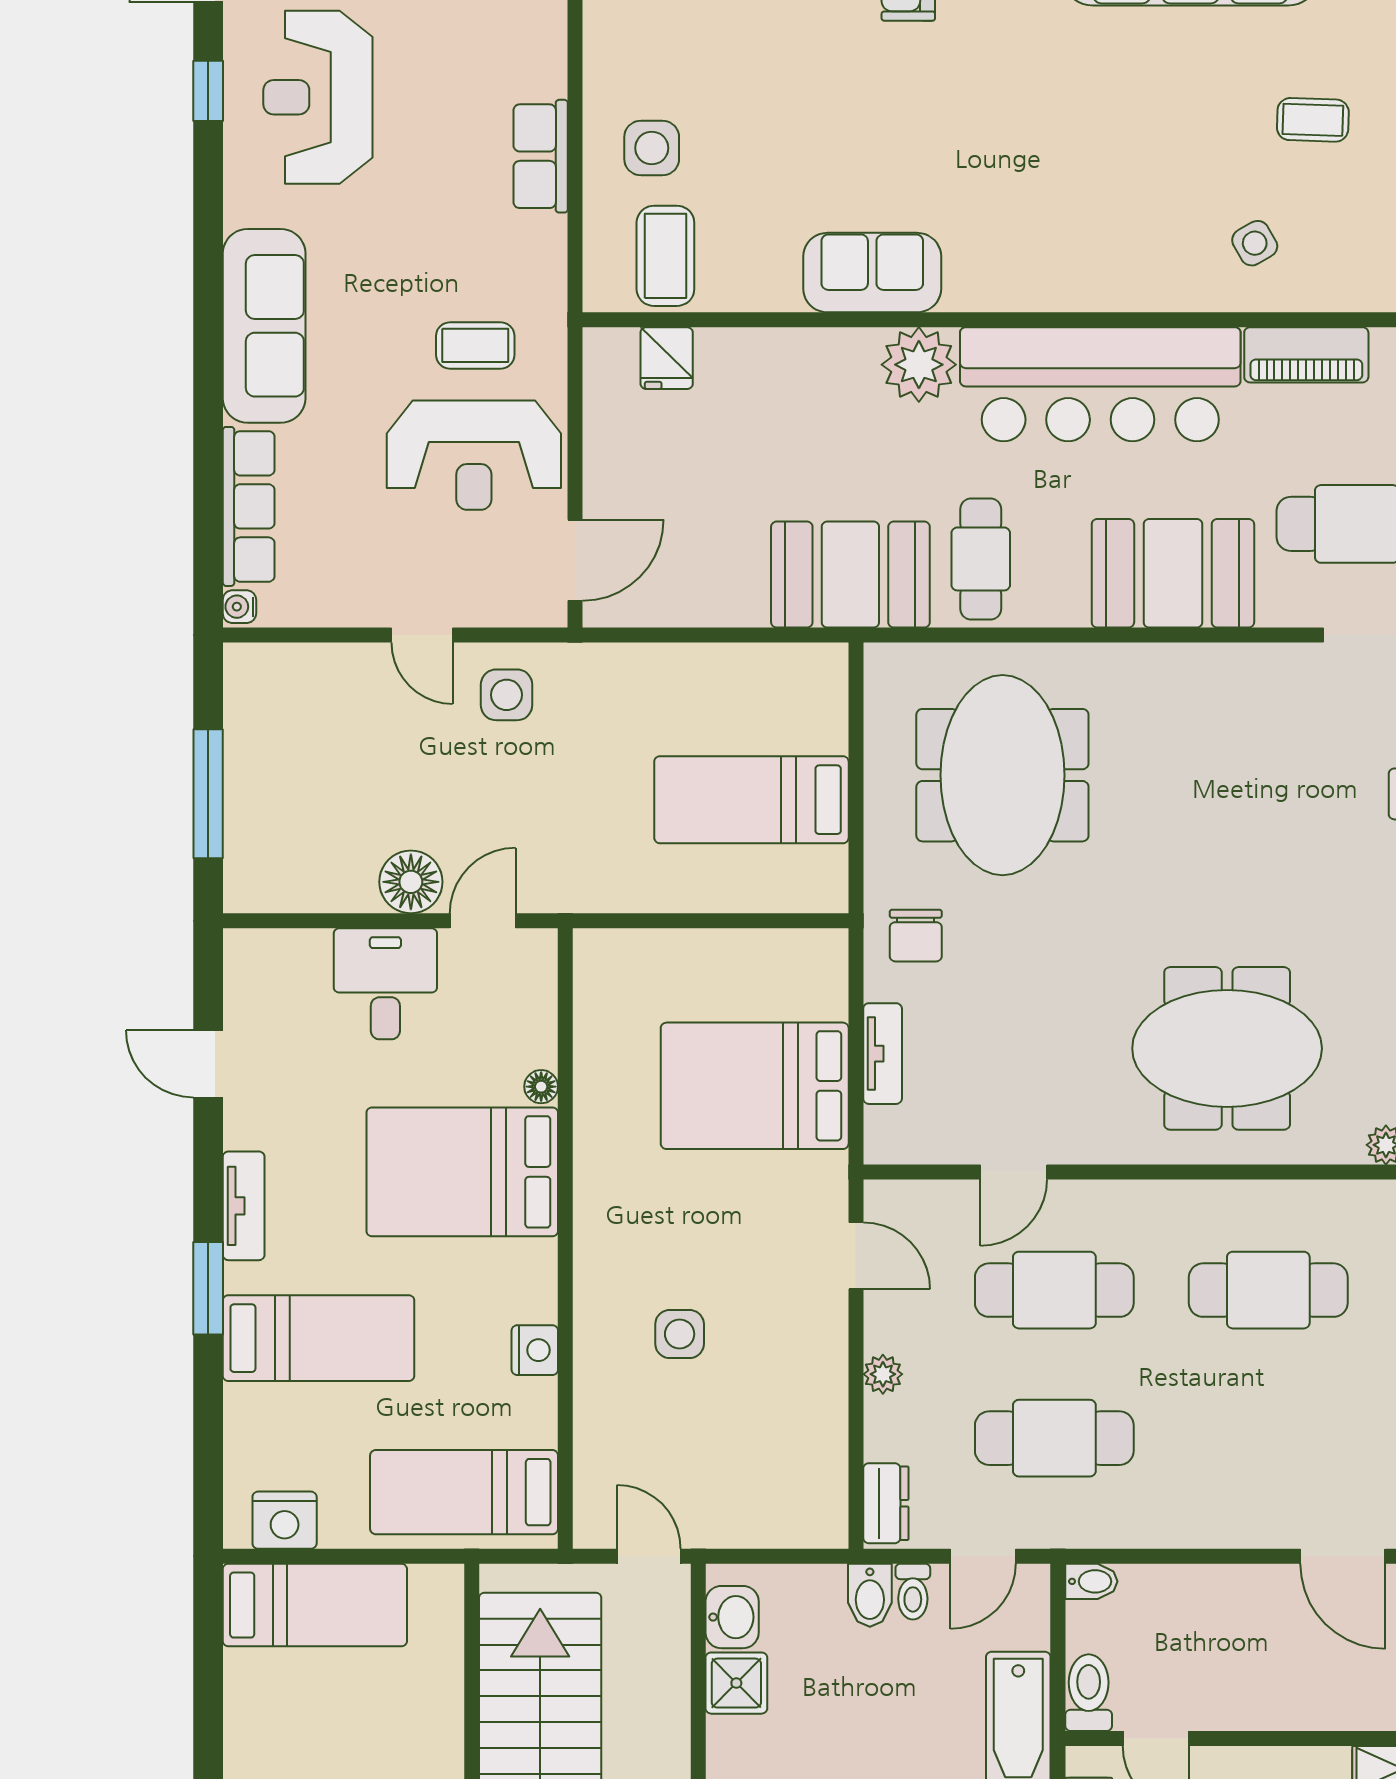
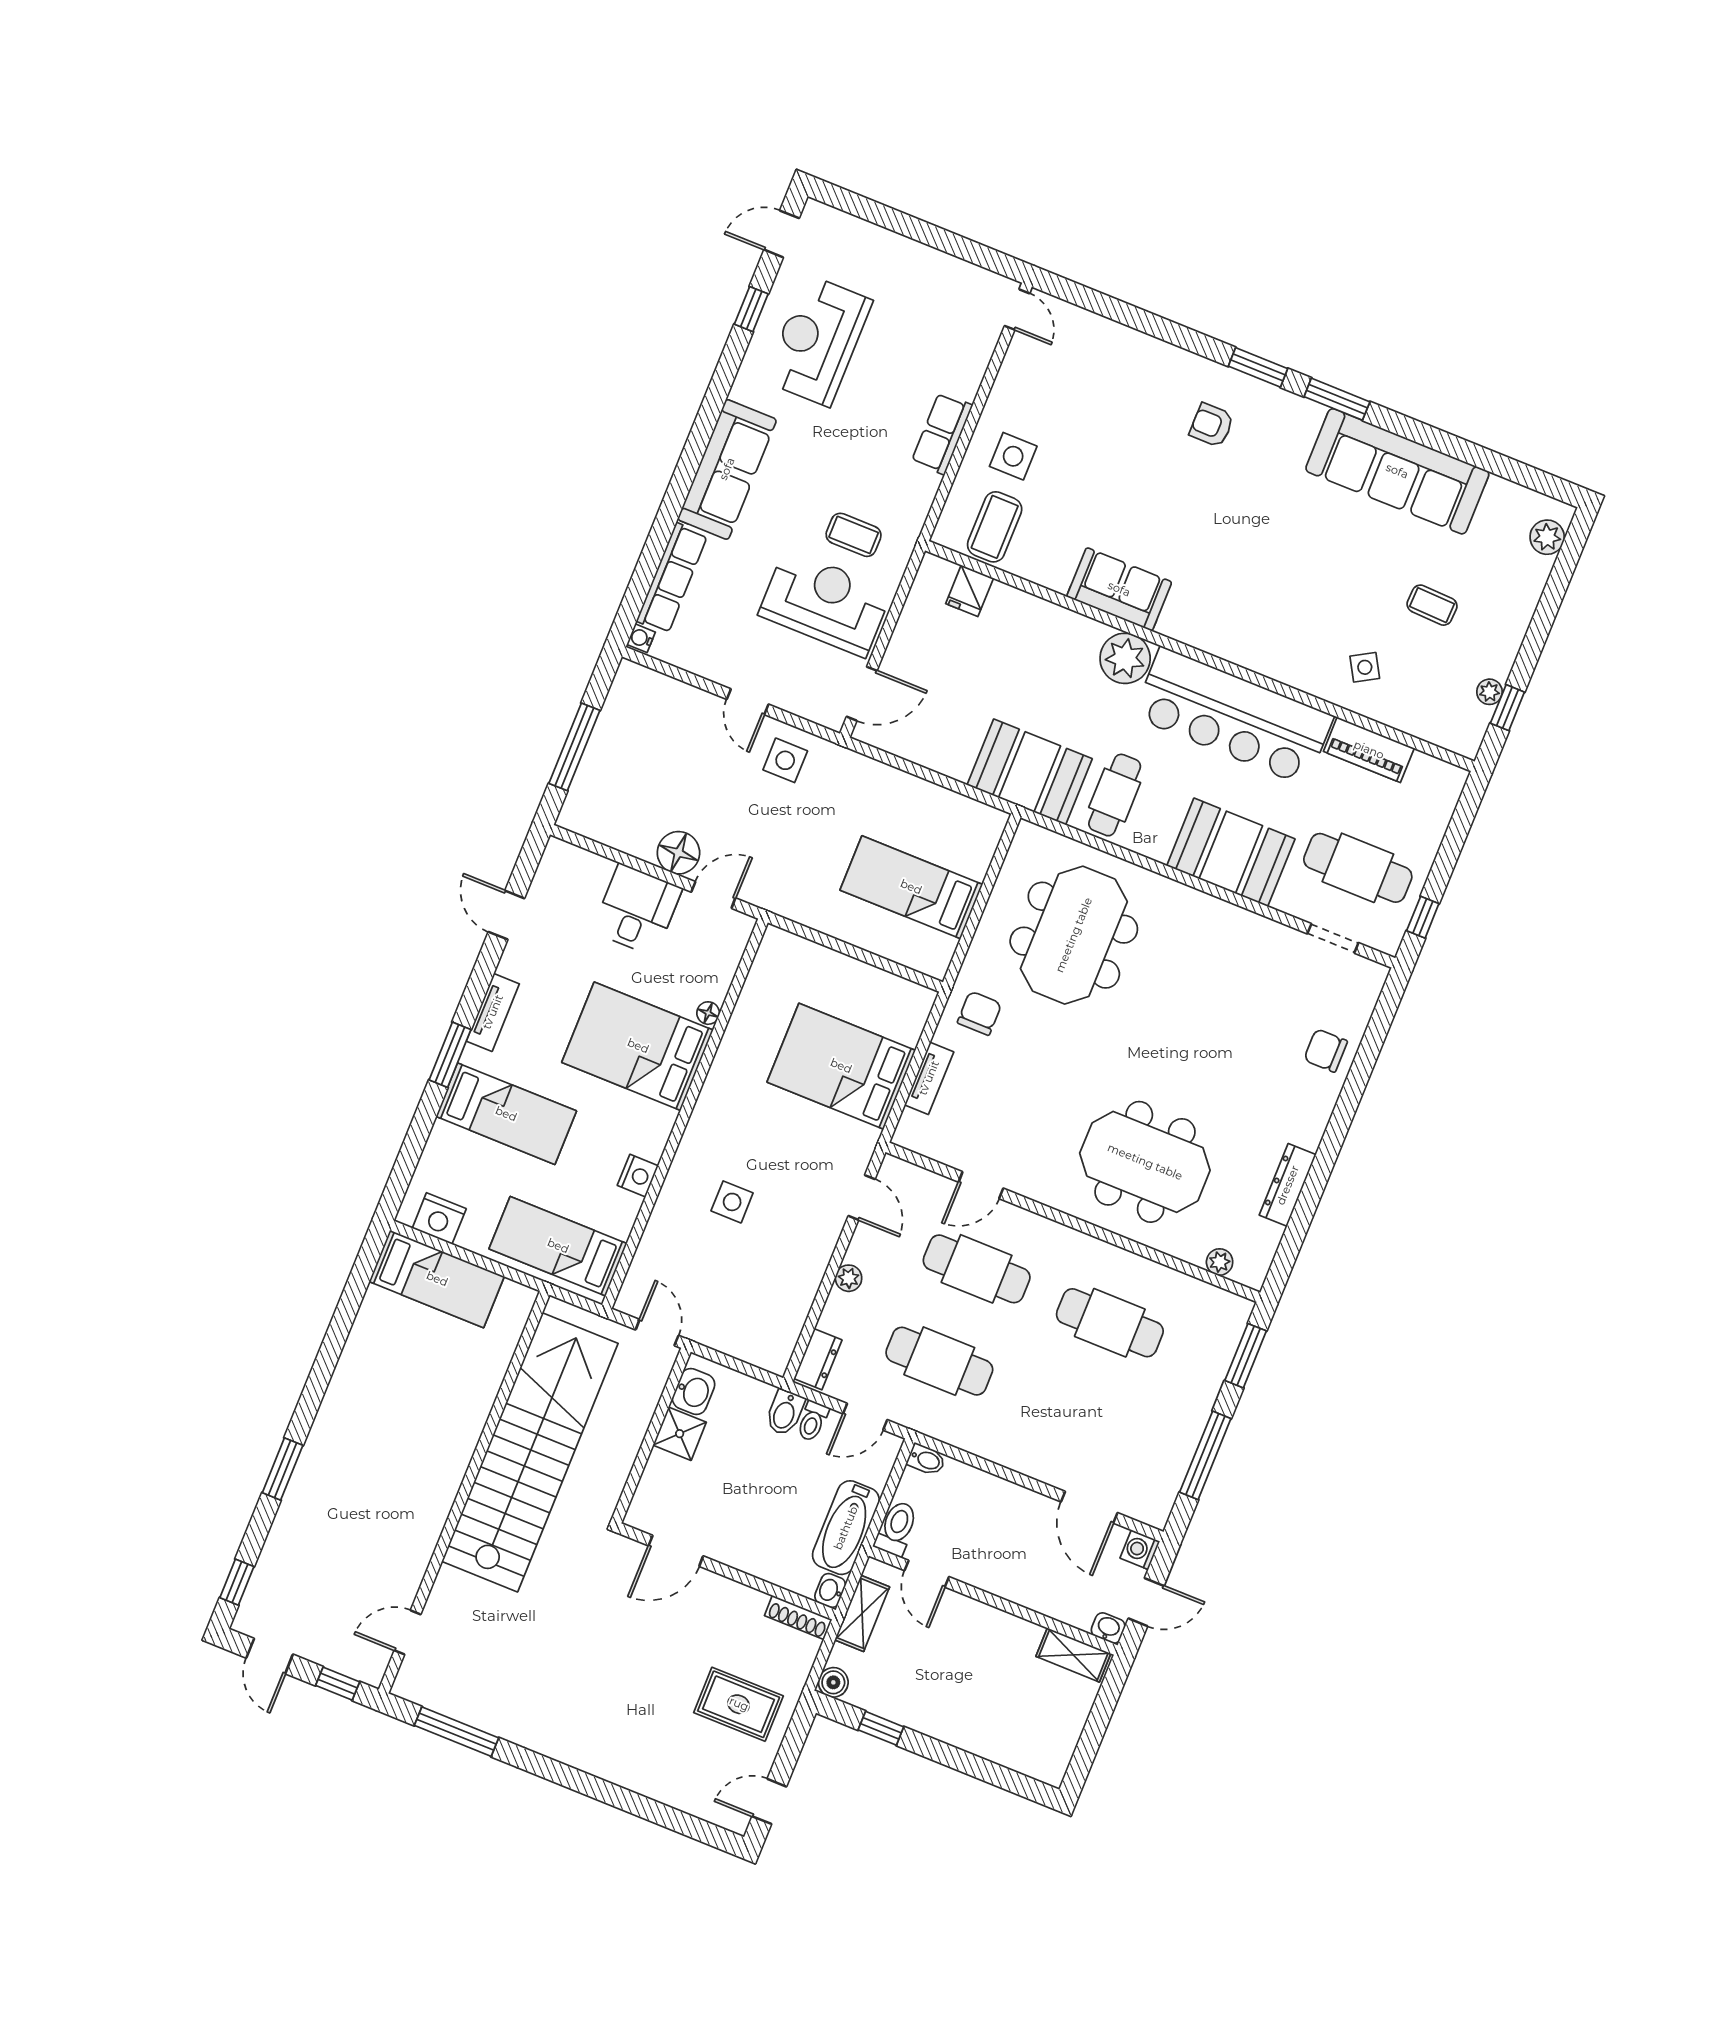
reception desk: (474, 455) -> (825, 603), turned 180
chair: (916, 936) -> (979, 1013), turned 180

